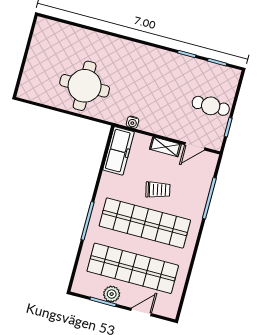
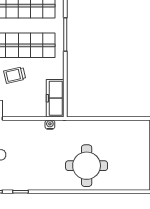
round table: (85, 86) -> (87, 166), moved
shelving: (165, 147) -> (18, 112), removed

